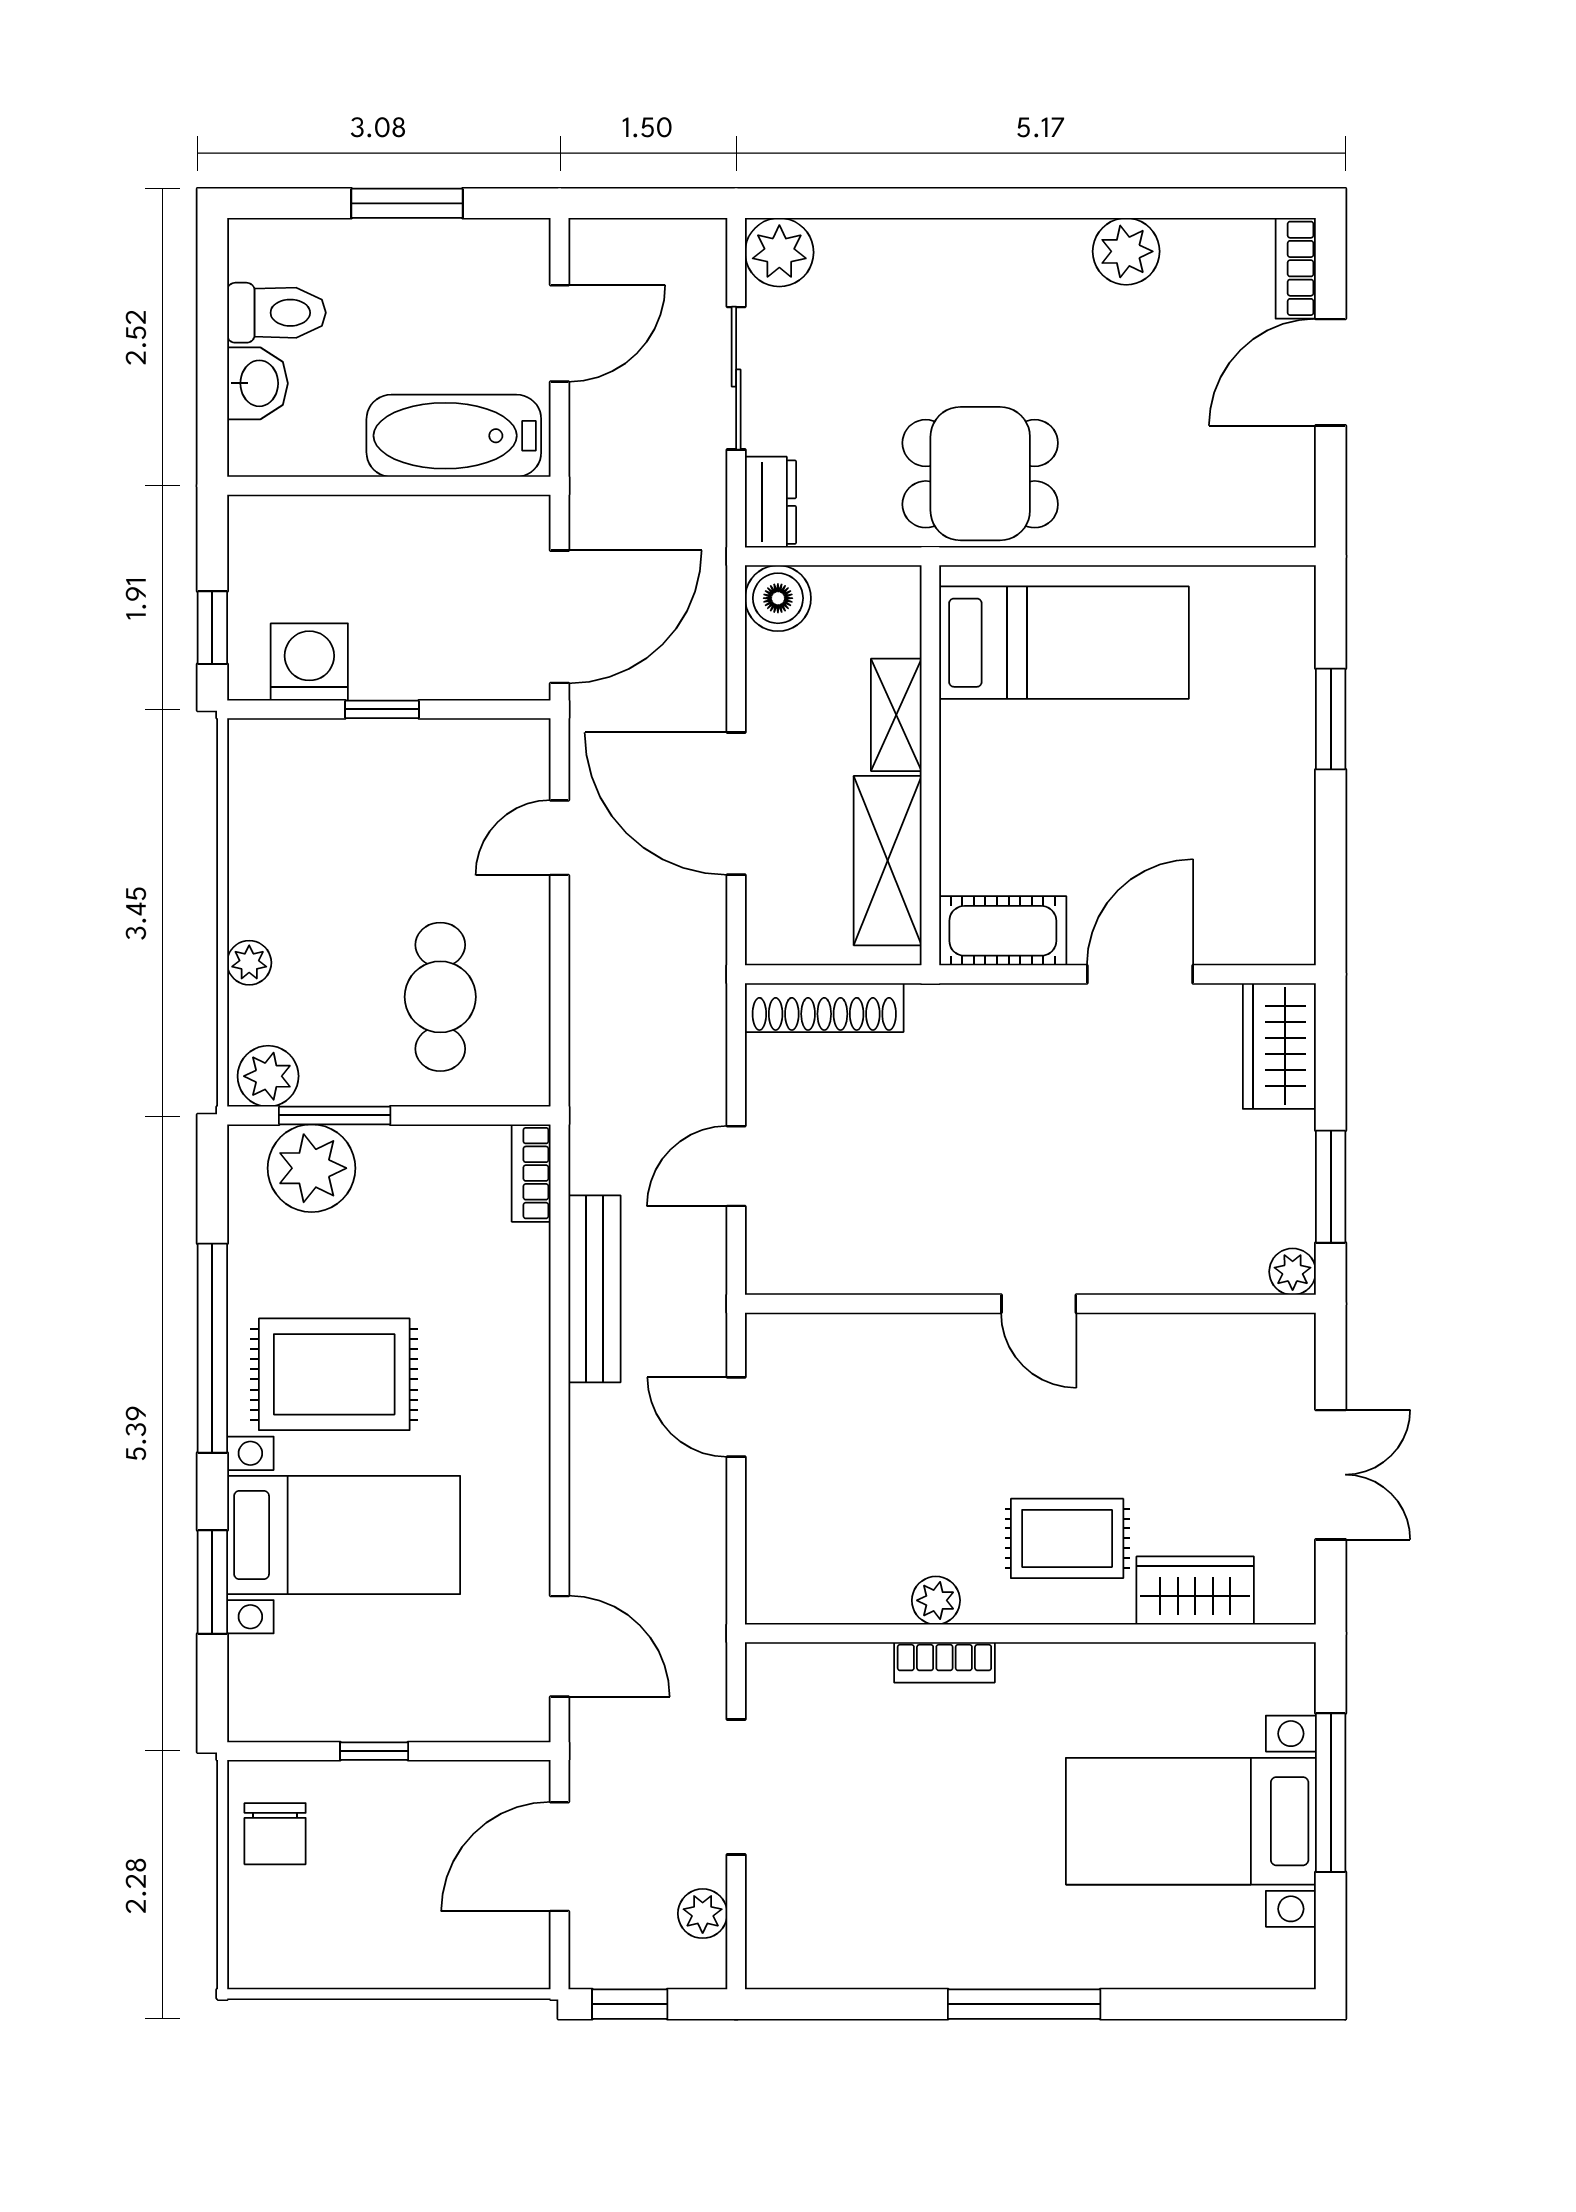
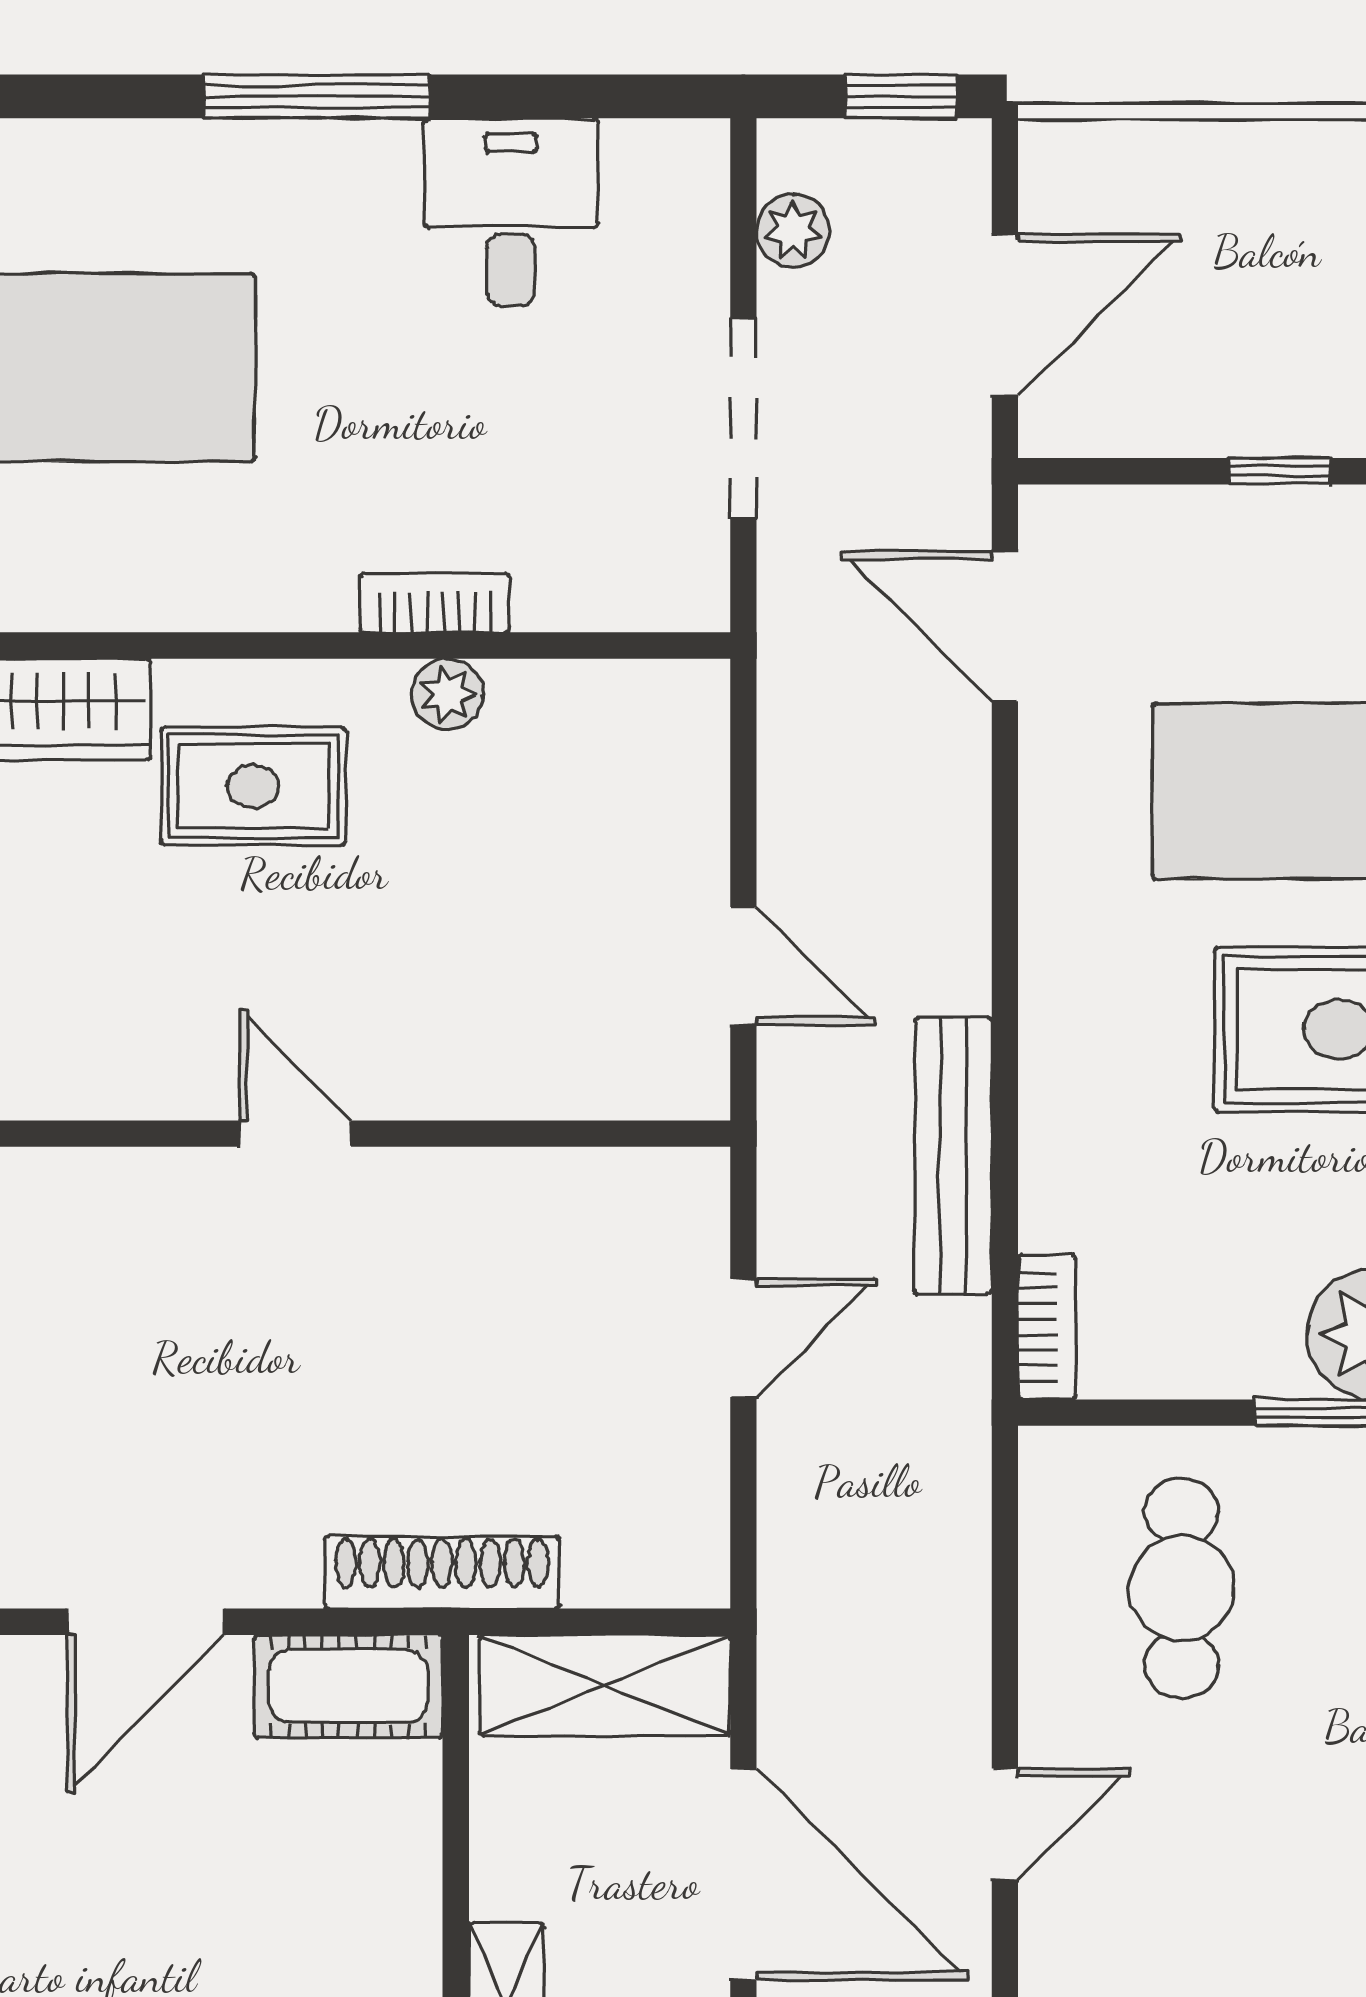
shelving: (888, 861) -> (605, 1685), moved, turned 90
shoe rack: (824, 1008) -> (442, 1572), moved
desk: (893, 1926) -> (511, 212), added

